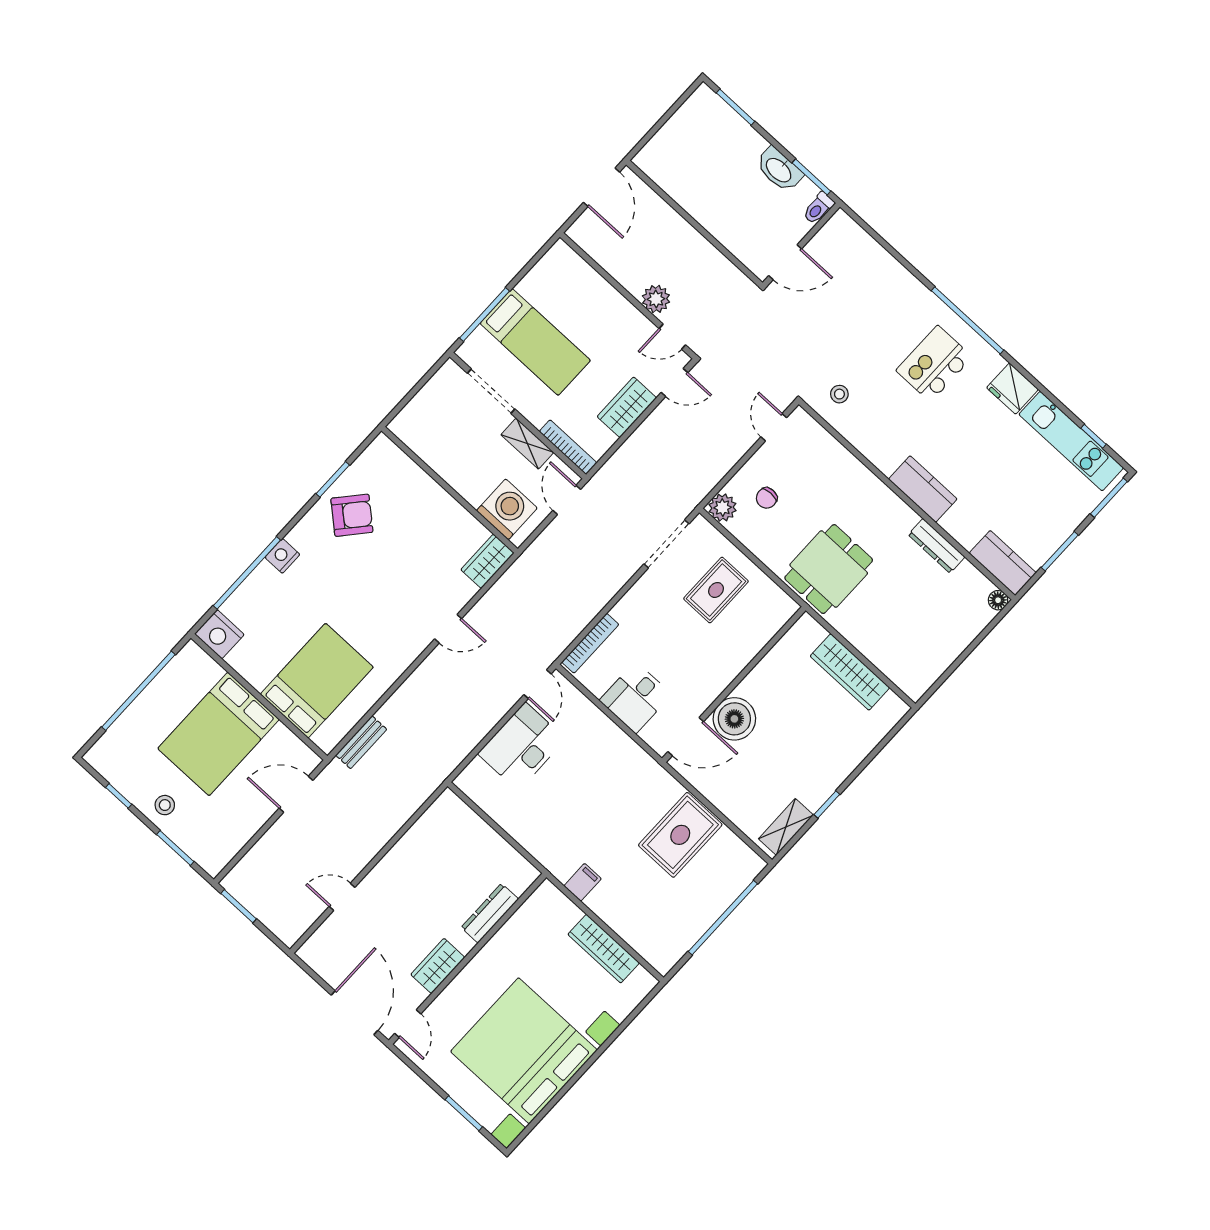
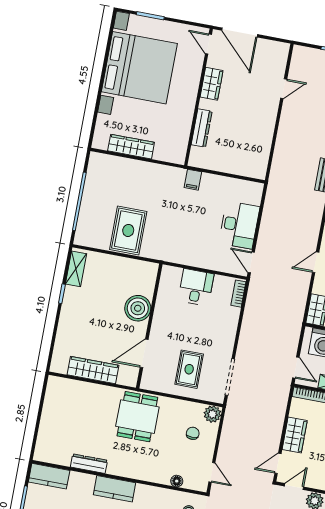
floor lamp: (998, 600) -> (177, 481), moved
bookcase: (590, 643) -> (238, 294), width x0.64
door: (686, 737) -> (144, 353), moved
filing cabinet: (583, 882) -> (193, 180), moved

